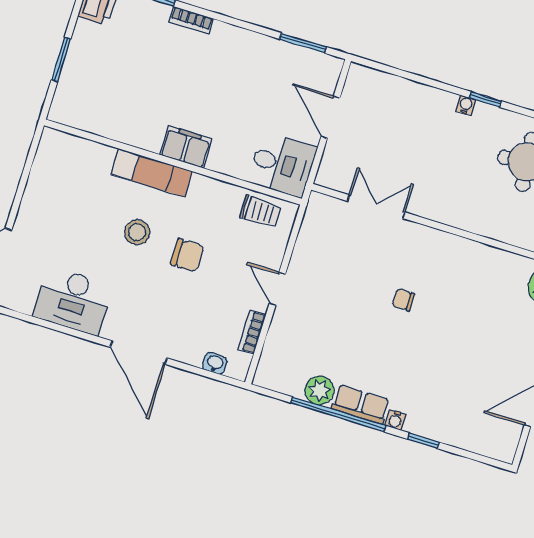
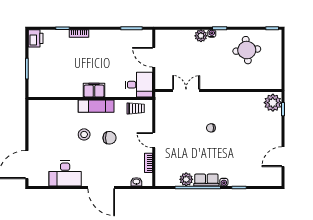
plant: (441, 103) -> (201, 36), added
exam couch: (152, 173) -> (96, 106), moved

